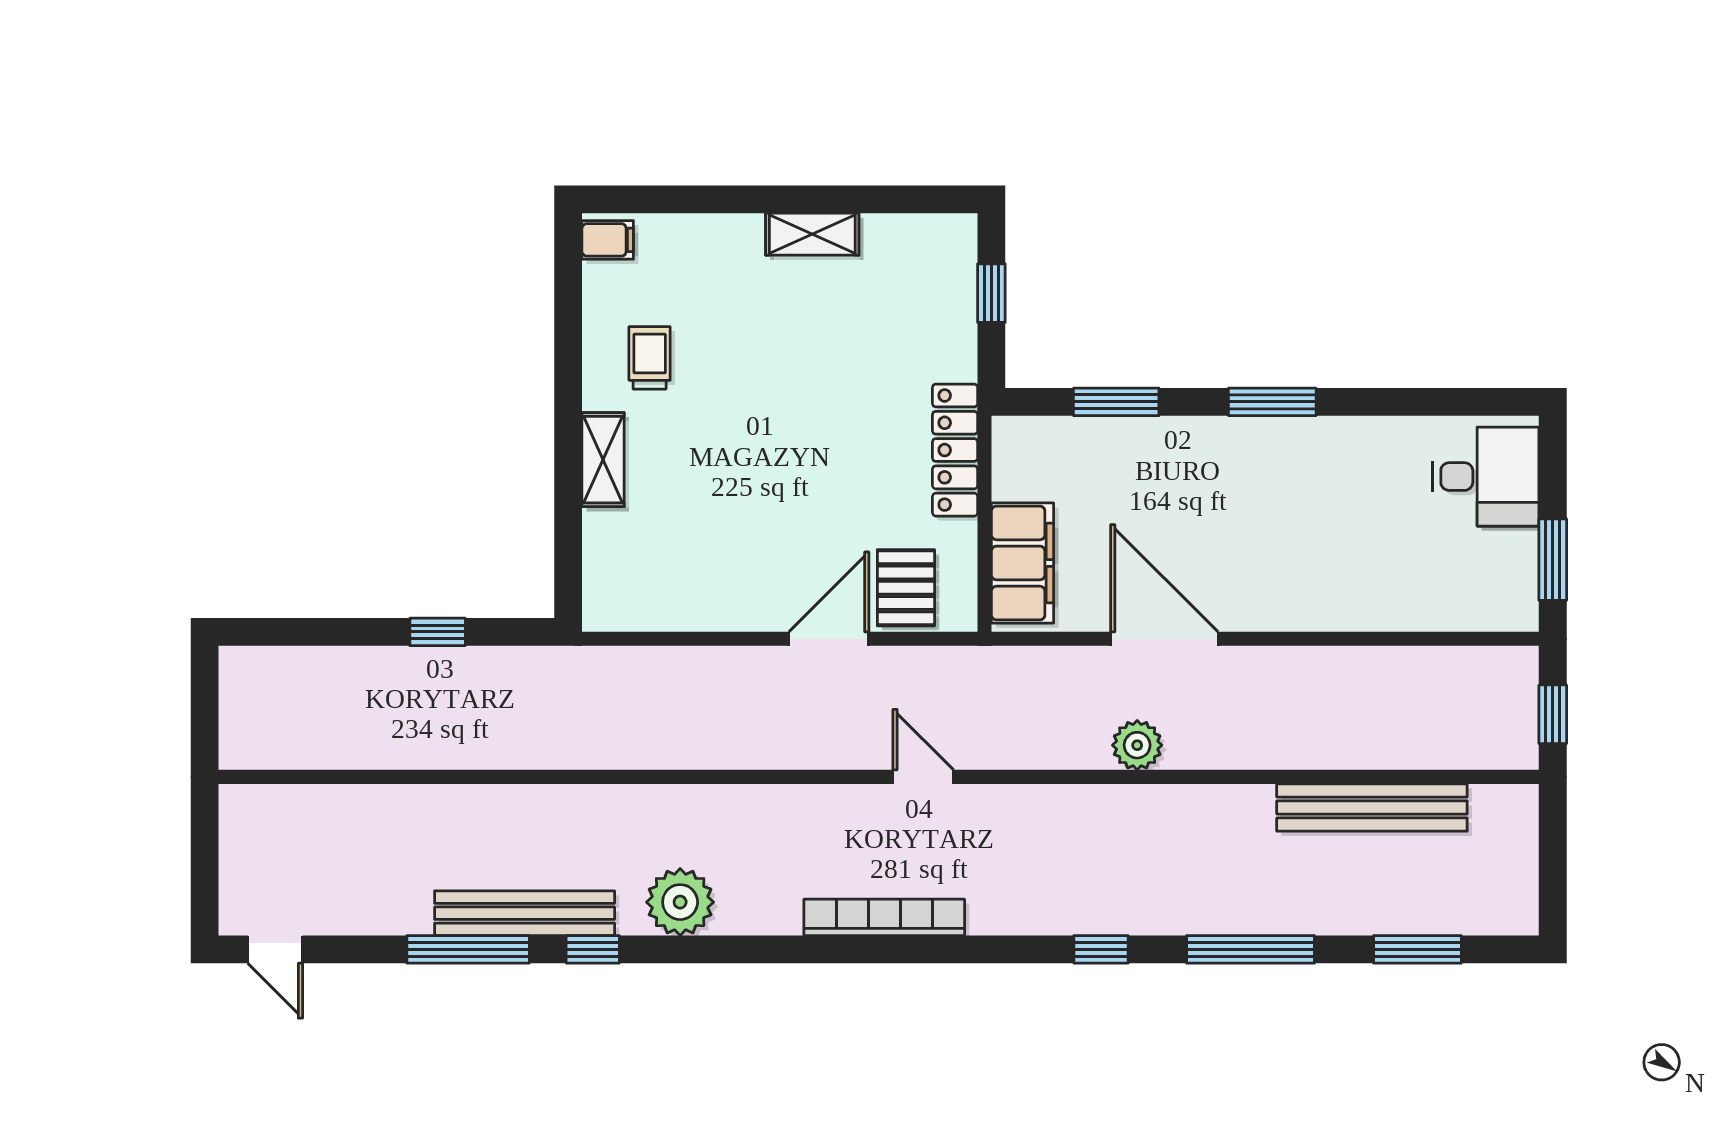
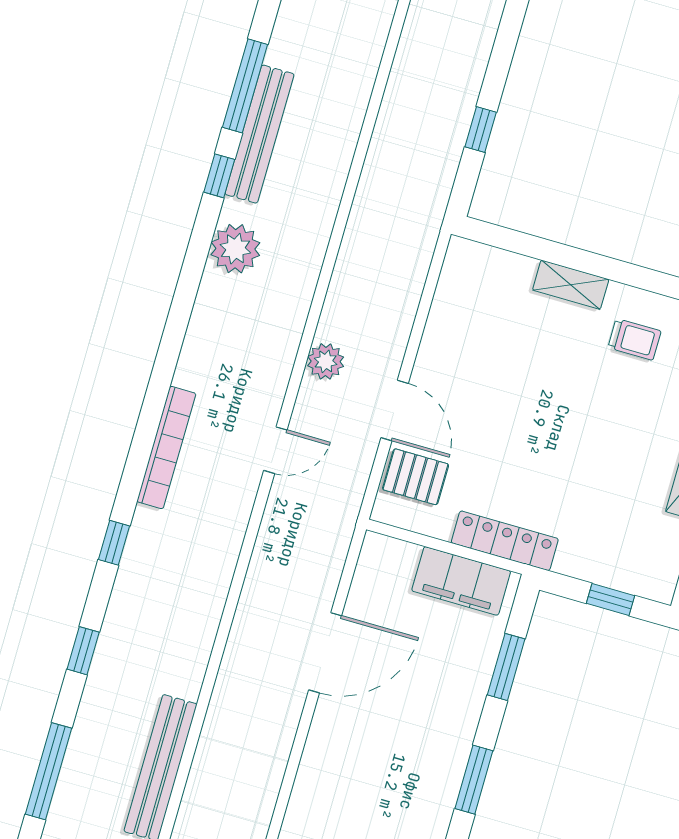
filing cabinet: (1023, 563) -> (461, 581), moved
plant: (1137, 745) -> (326, 361), moved
bookcase: (884, 917) -> (166, 448), moved
window: (1251, 949) -> (83, 651), width x0.46
window: (1417, 949) -> (49, 771), width x1.44

